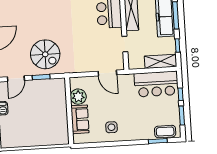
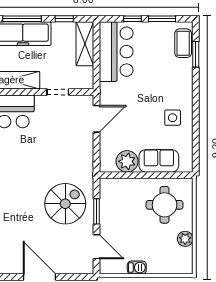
round table: (49, 125) -> (165, 205), added
plant: (25, 142) -> (185, 239), added

